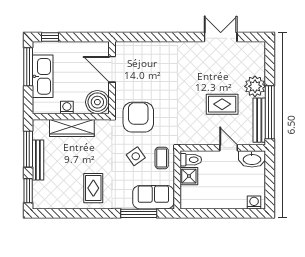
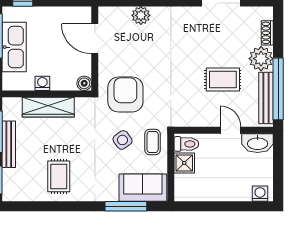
plant: (152, 49) -> (141, 15), added
shoe rack: (260, 64) -> (267, 33), added
boiler: (97, 102) -> (84, 83), width x0.54, depth x0.54
rug: (93, 188) -> (59, 176), moved

